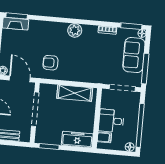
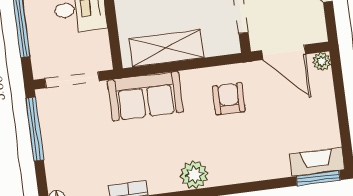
sofa: (134, 55) -> (145, 96), moved, turned 90
armchair: (50, 63) -> (229, 99), turned -90

